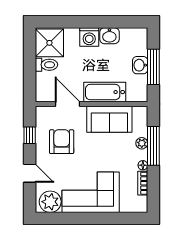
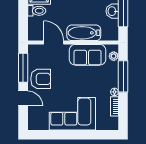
window: (30, 135) -> (23, 68), width x2.17
armchair: (62, 142) -> (41, 79), moved, turned 90
plant: (142, 143) -> (114, 56), moved
plant: (50, 202) -> (40, 121), removed

